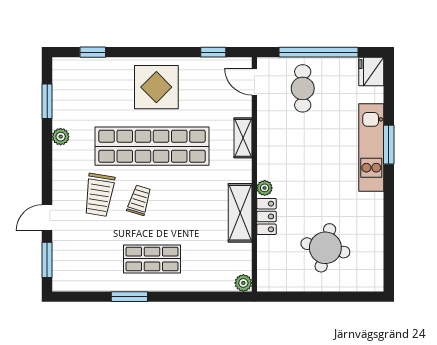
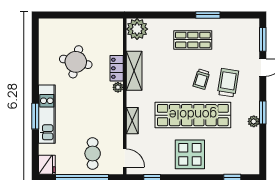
window: (47, 101) -> (263, 112), moved
round table: (325, 248) -> (76, 62), moved
plant: (243, 283) -> (137, 29), width x1.88, depth x1.88

